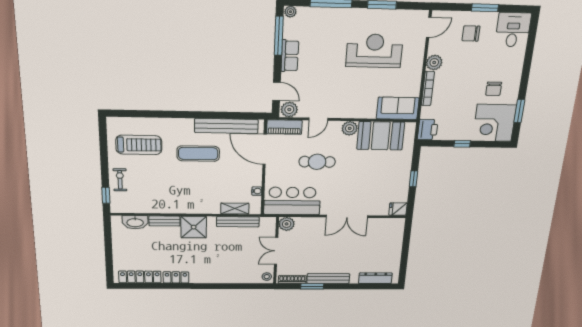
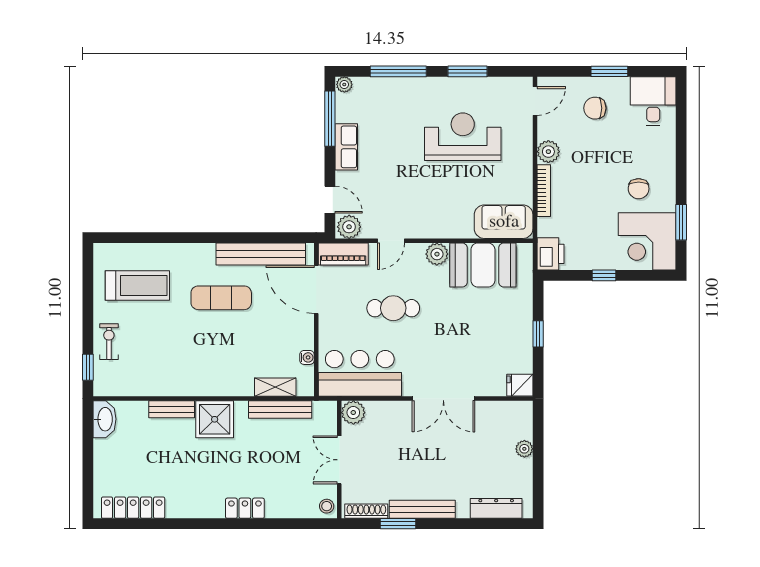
washbasin: (135, 222) -> (104, 419), moved, turned -90
plant: (397, 245) -> (524, 449), added
locker: (176, 277) -> (245, 508), moved

